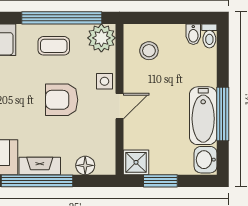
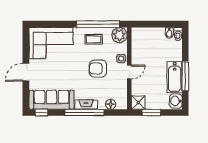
stool: (149, 51) -> (145, 42), removed

